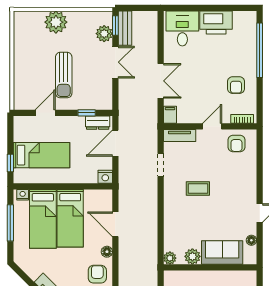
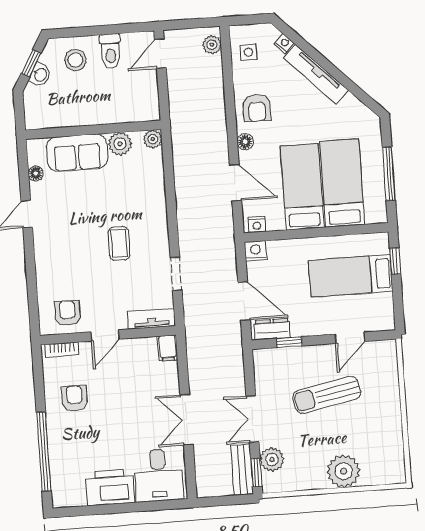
sun lounger: (64, 75) -> (327, 395), turned -101
double door: (161, 81) -> (187, 420), moved
door: (115, 143) -> (244, 301), hinge flipped
coffee table: (198, 189) -> (119, 243), turned 90
nightstand: (23, 195) -> (257, 224), moved

